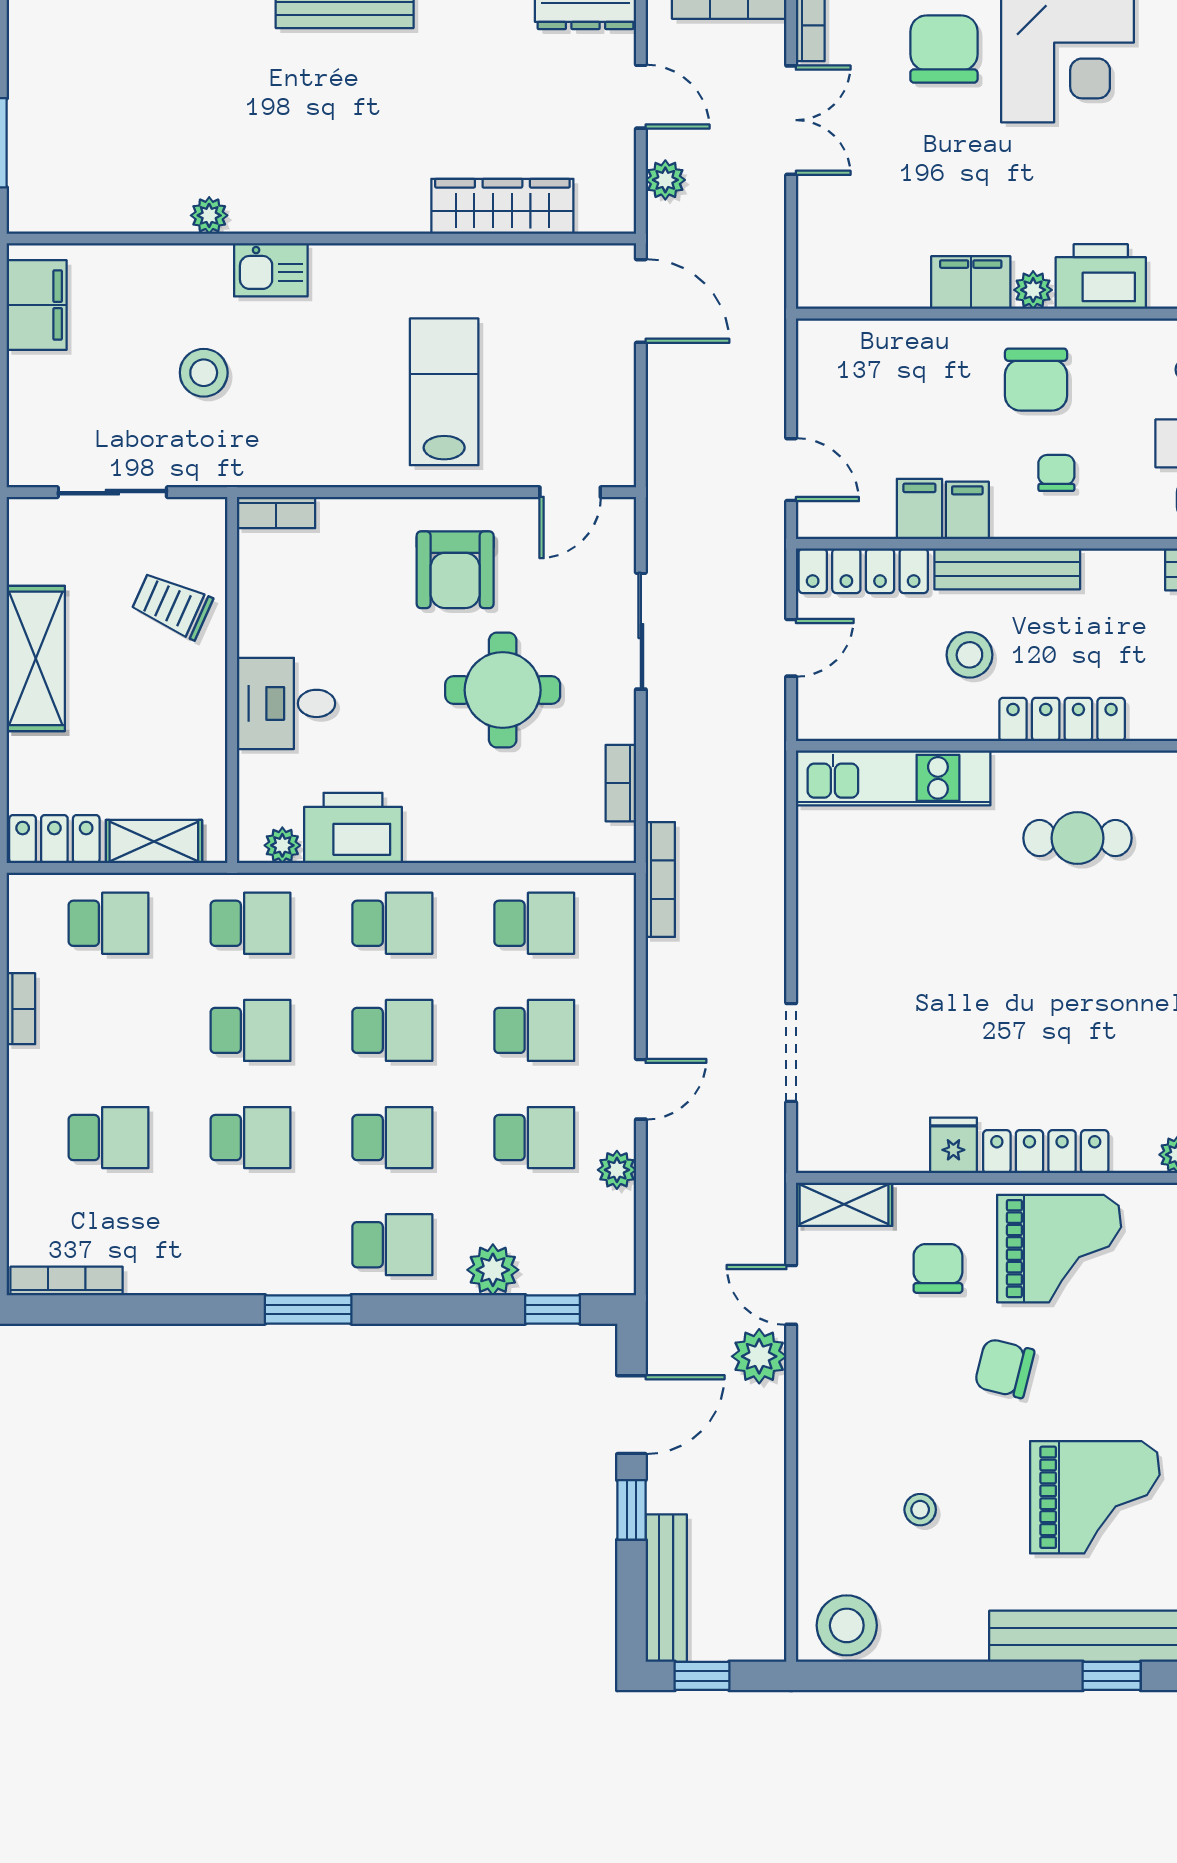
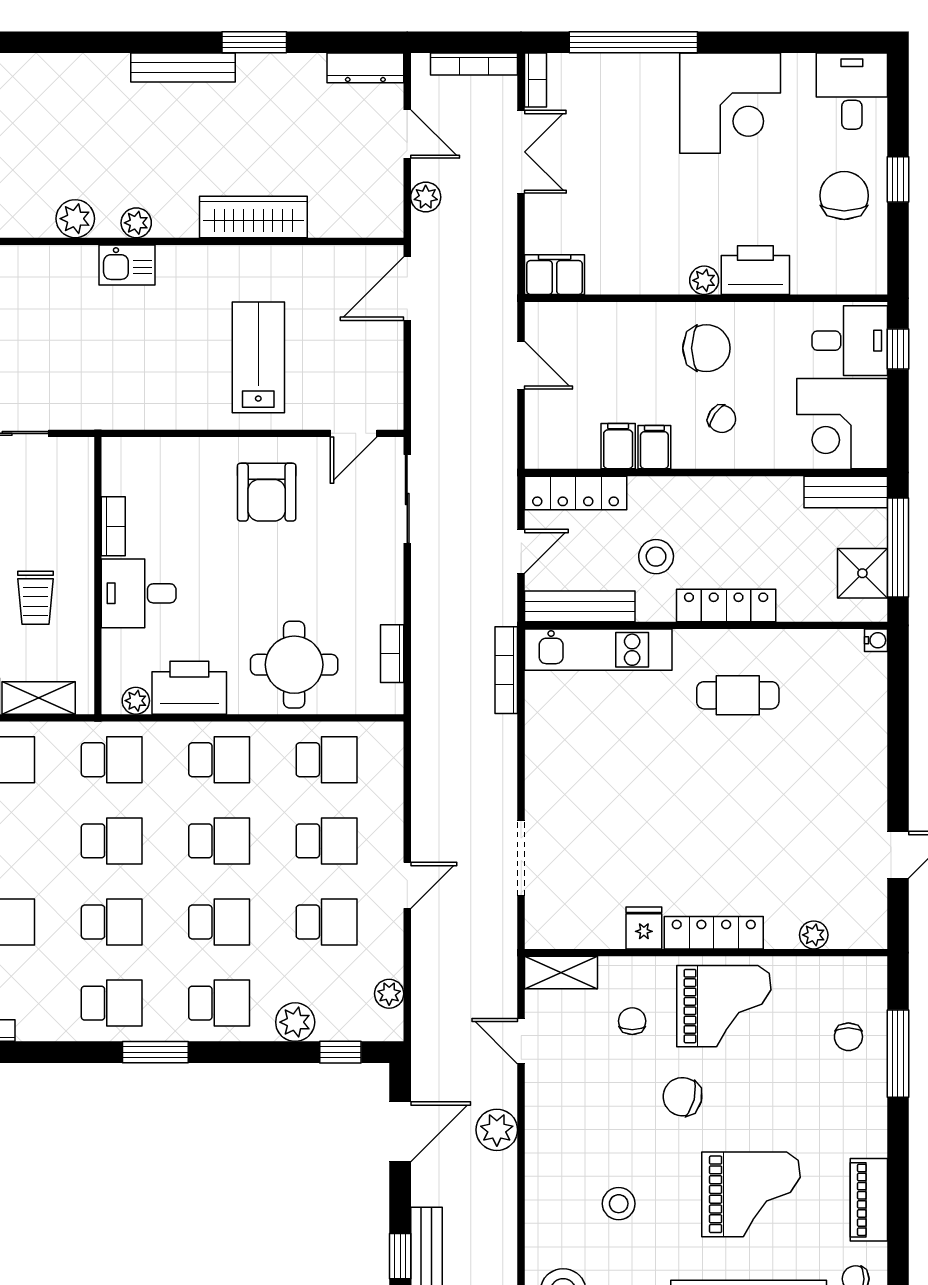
chair: (944, 49) -> (637, 98), removed
wardrobe: (502, 206) -> (253, 217), moved
plant: (283, 214) -> (136, 223), added
plant: (209, 215) -> (75, 219), width x1.38, depth x1.38
filing cabinet: (971, 283) -> (555, 275), moved
door: (641, 301) -> (407, 289), swing flipped
stool: (204, 373) -> (76, 343), removed
chair: (1036, 380) -> (706, 348), turned -90
door: (791, 470) -> (521, 365), moved
chair: (1056, 473) -> (722, 419), turned 125
bookcase: (276, 512) -> (113, 526), moved, turned -90
bench: (1007, 569) -> (580, 606), moved
trolley: (172, 605) -> (36, 598), moved, turned -114
sliding door: (641, 631) -> (407, 499), moved
round table: (503, 690) -> (294, 665), moved
bookcase: (660, 879) -> (506, 670), moved, turned 180
plant: (617, 1170) -> (389, 994), moved
school desk: (250, 1245) -> (112, 1003), added
chair: (938, 1268) -> (632, 1021), width x0.73, depth x0.73
plant: (759, 1356) -> (497, 1130), moved
window: (631, 1510) -> (400, 1256), moved
stool: (920, 1510) -> (619, 1204), width x1.37, depth x1.37

